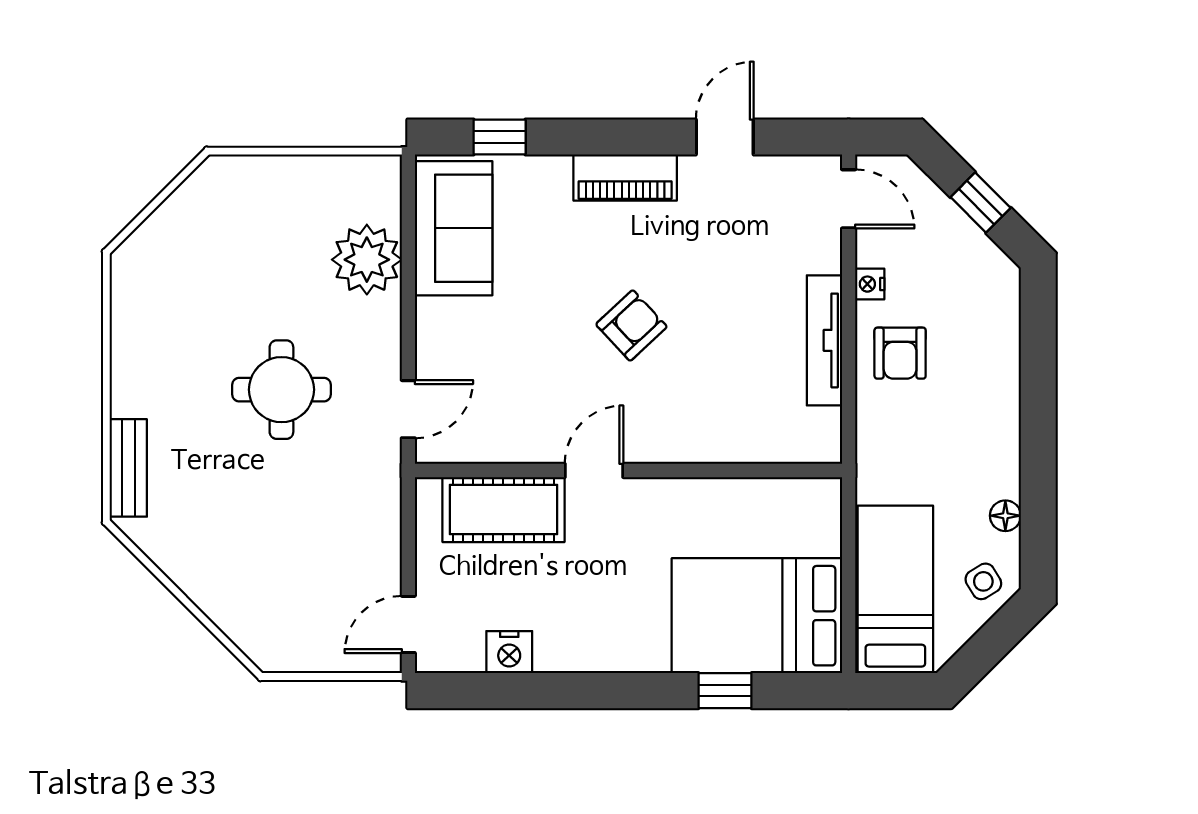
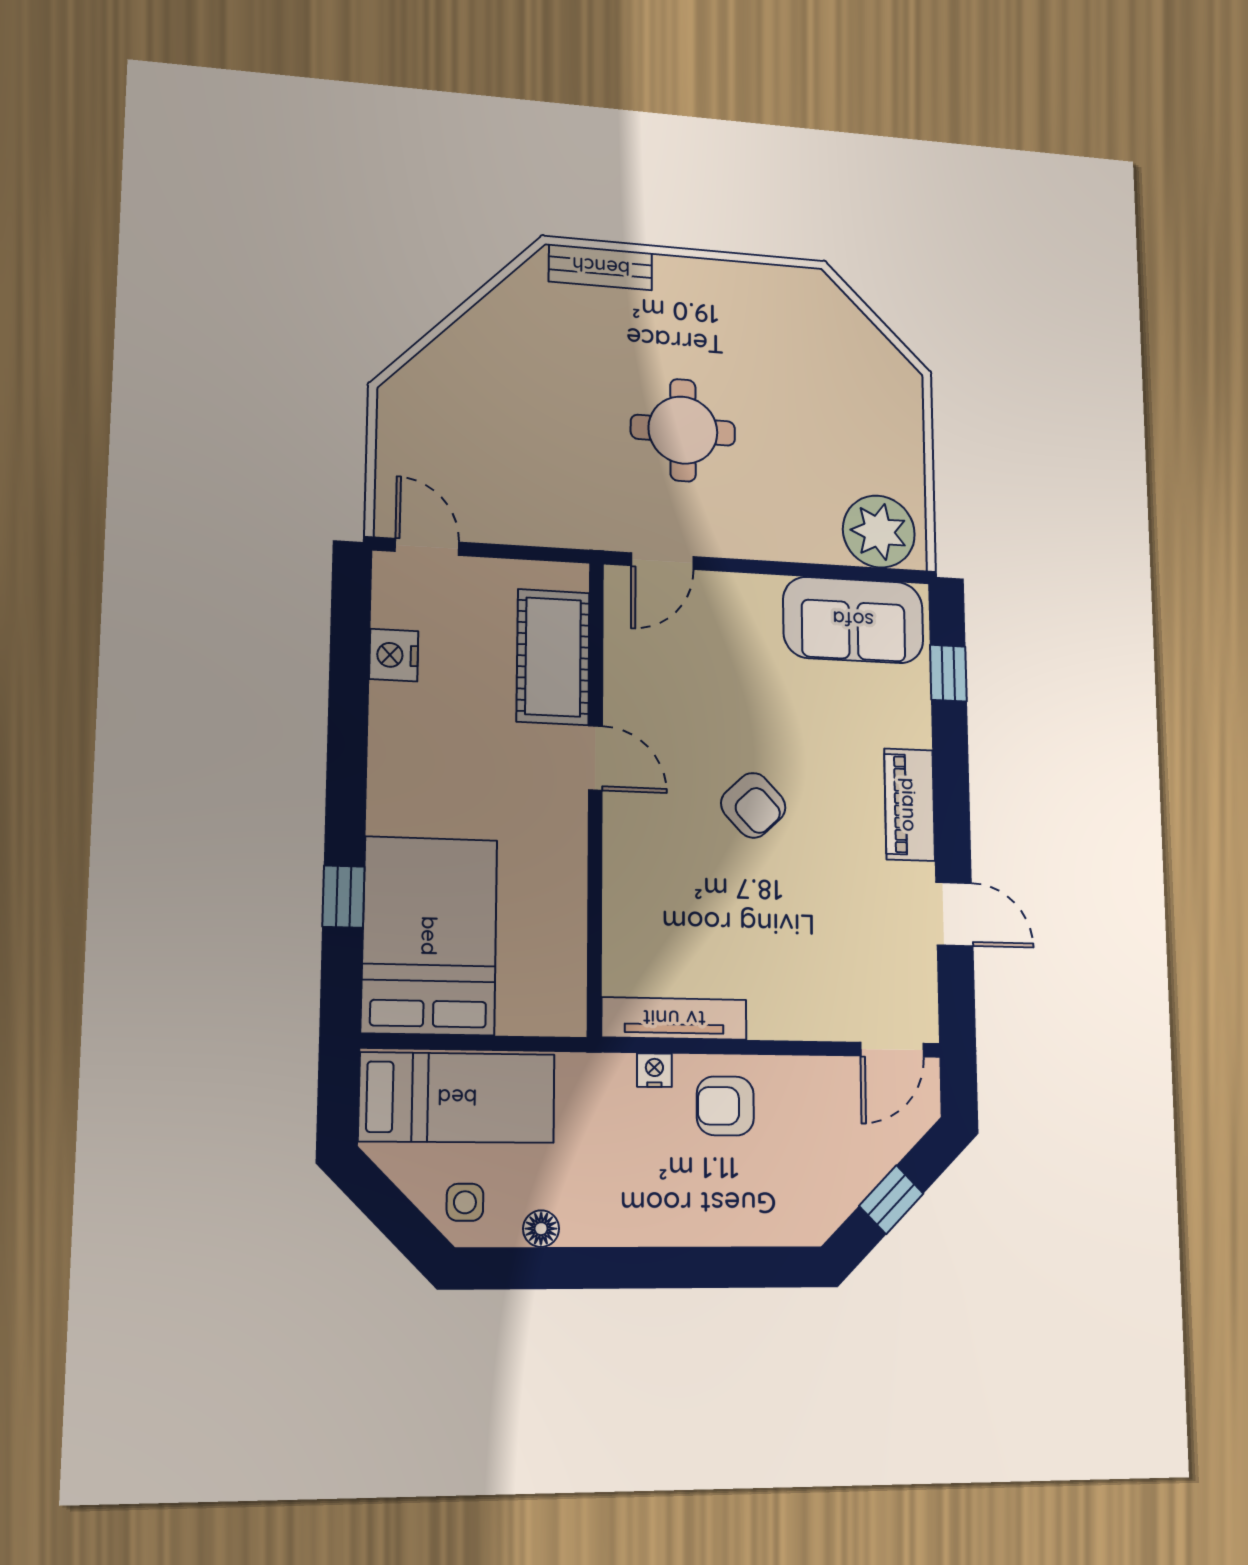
plant: (367, 260) -> (879, 531), moved
nightstand: (870, 284) -> (654, 1070), moved
tv unit: (824, 340) -> (674, 1019), moved
door: (408, 409) -> (662, 561), hinge flipped
side table: (983, 581) -> (465, 1202), turned 31

